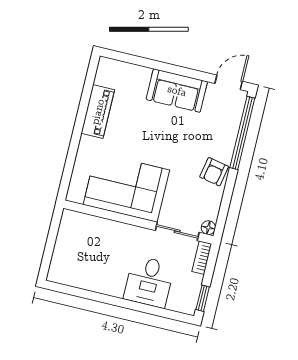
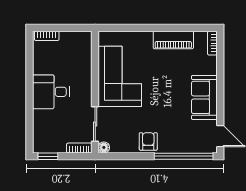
bookcase: (113, 65) -> (212, 43), added
armchair: (214, 172) -> (148, 141), turned 79
bookcase: (56, 265) -> (47, 36), added
desk: (149, 282) -> (51, 92), moved

